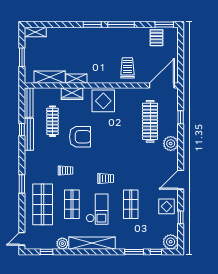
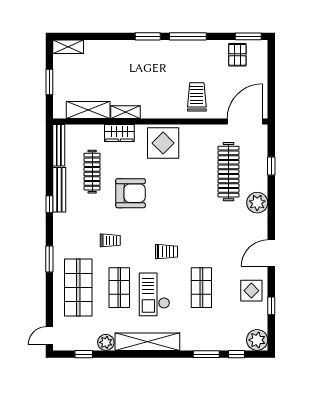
window: (22, 130) -> (49, 204), moved
checkout: (97, 209) -> (154, 294), turned 180

